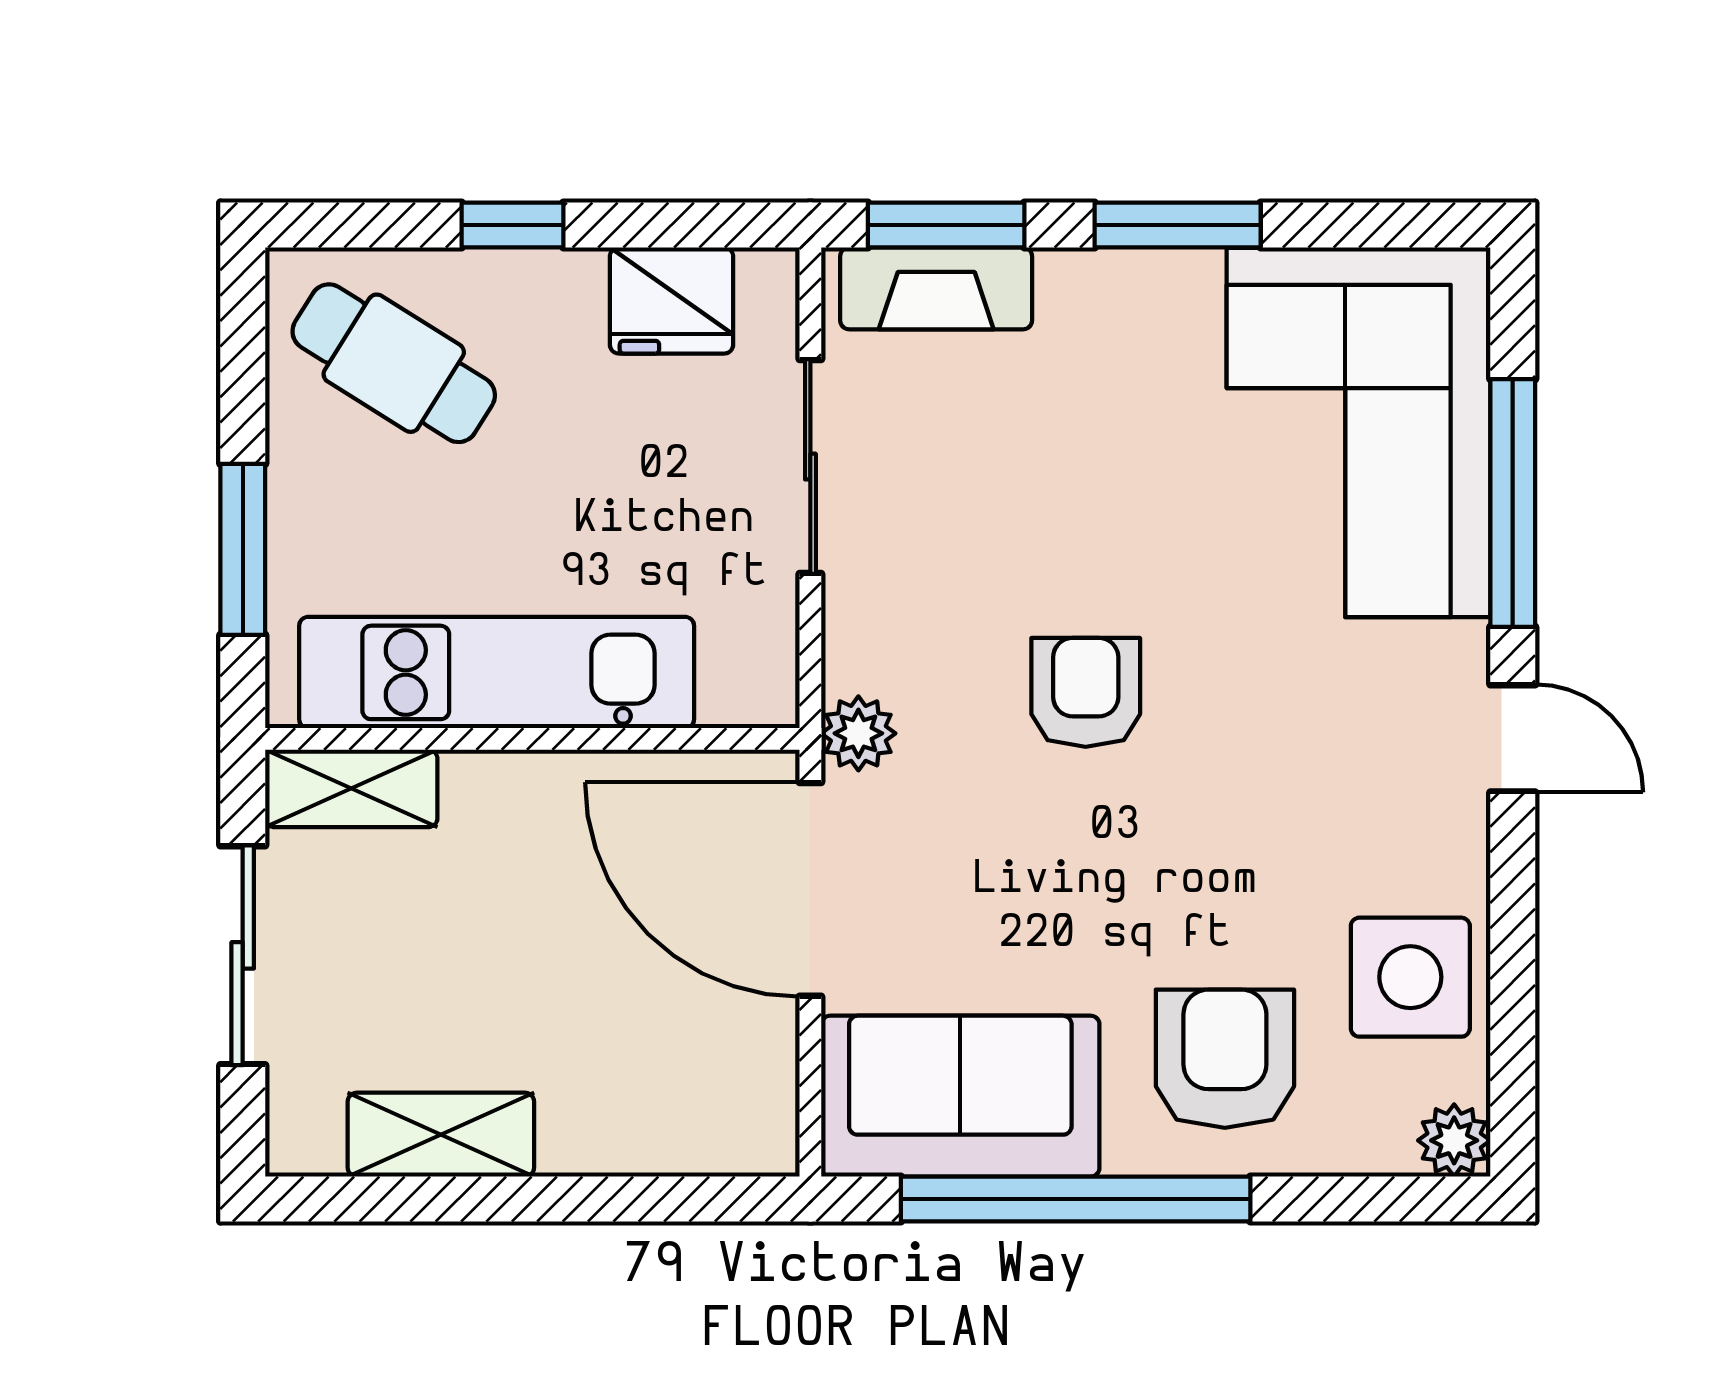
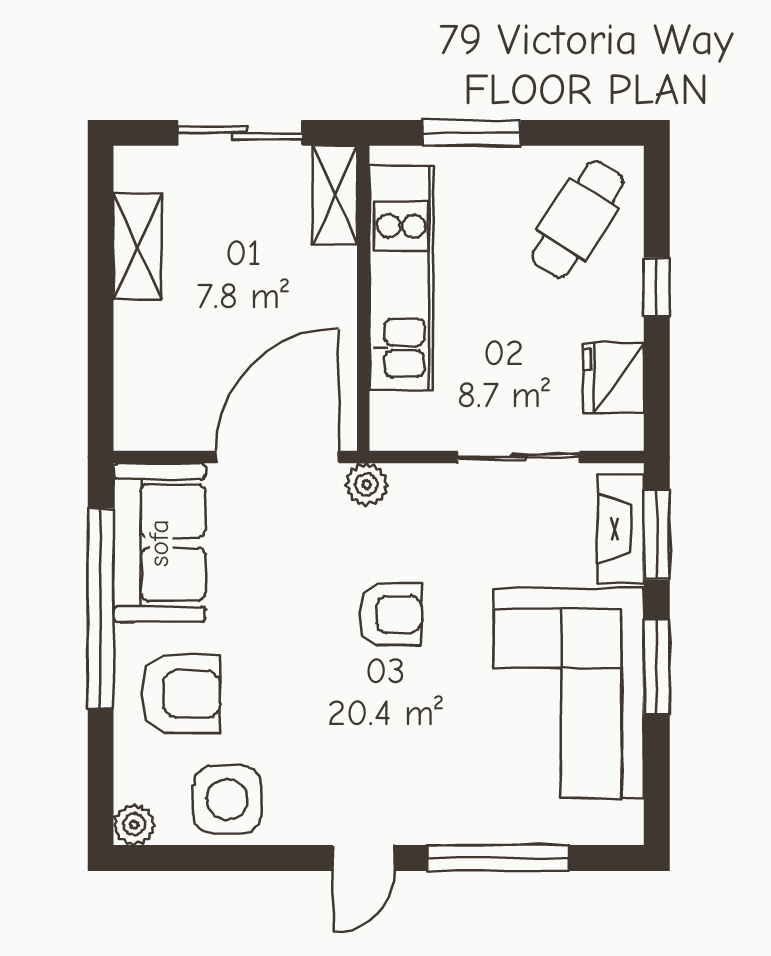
corner sofa: (1358, 433) -> (569, 693), moved, turned -90

